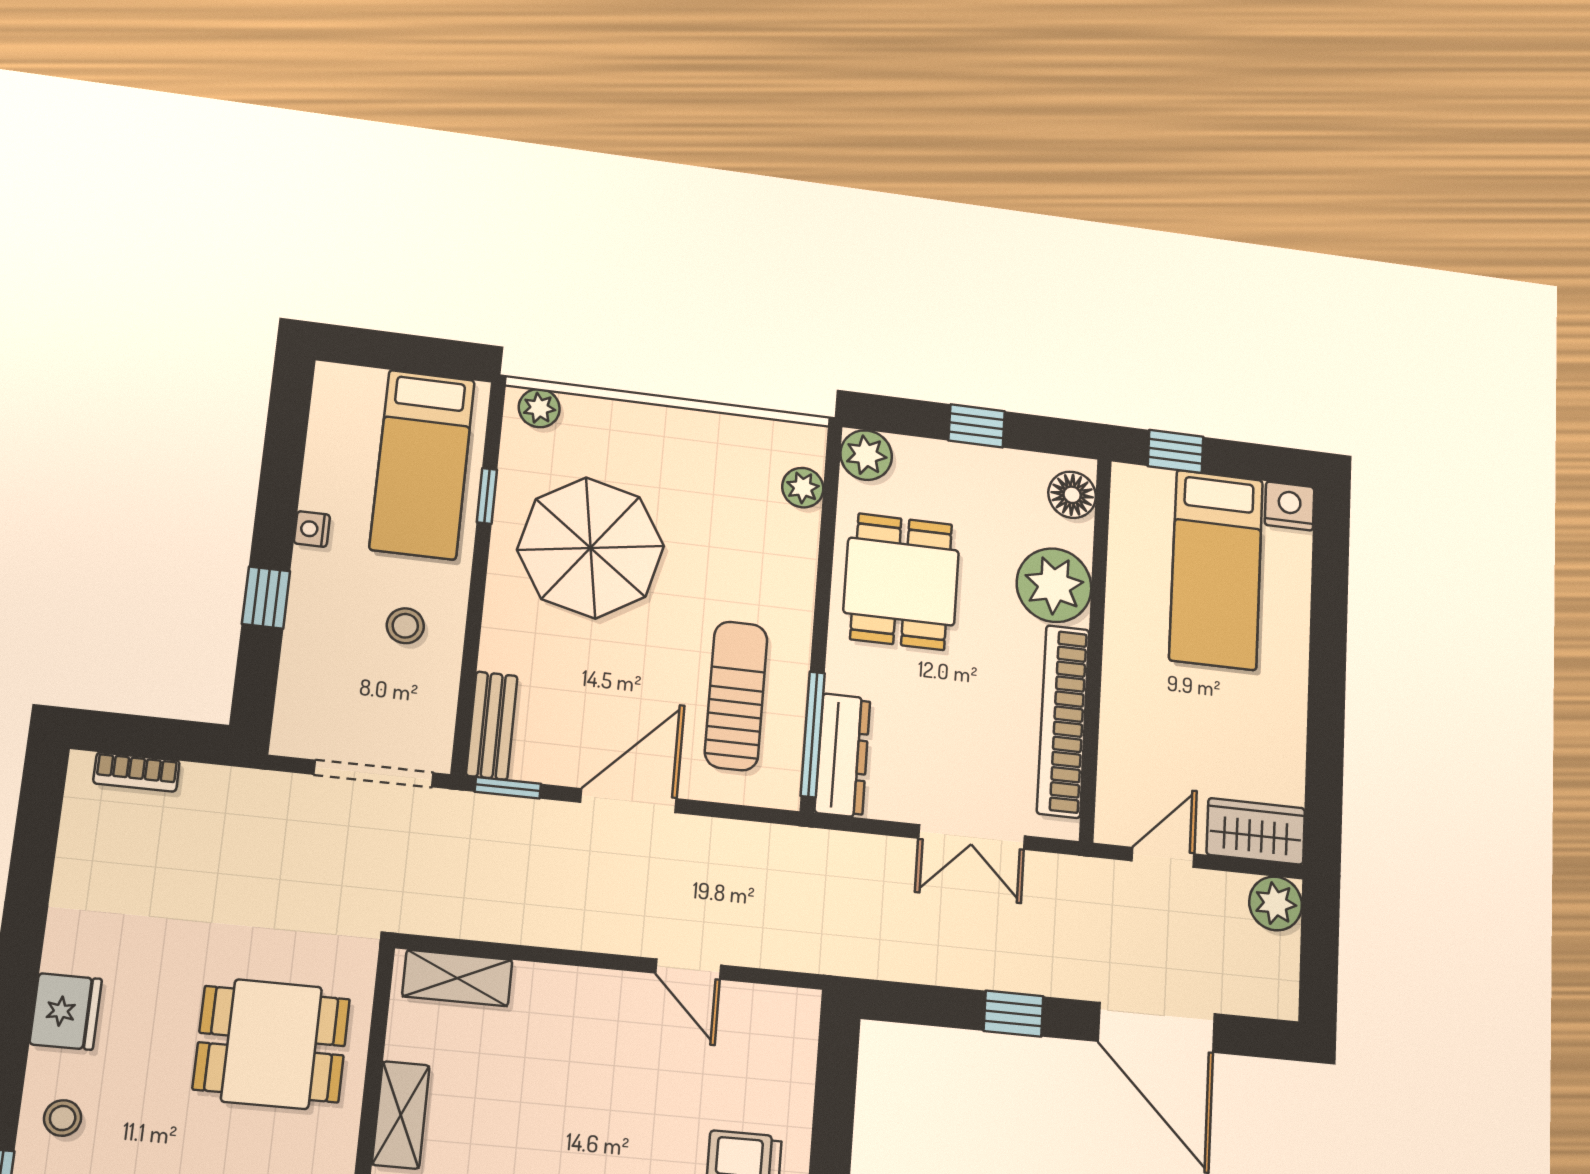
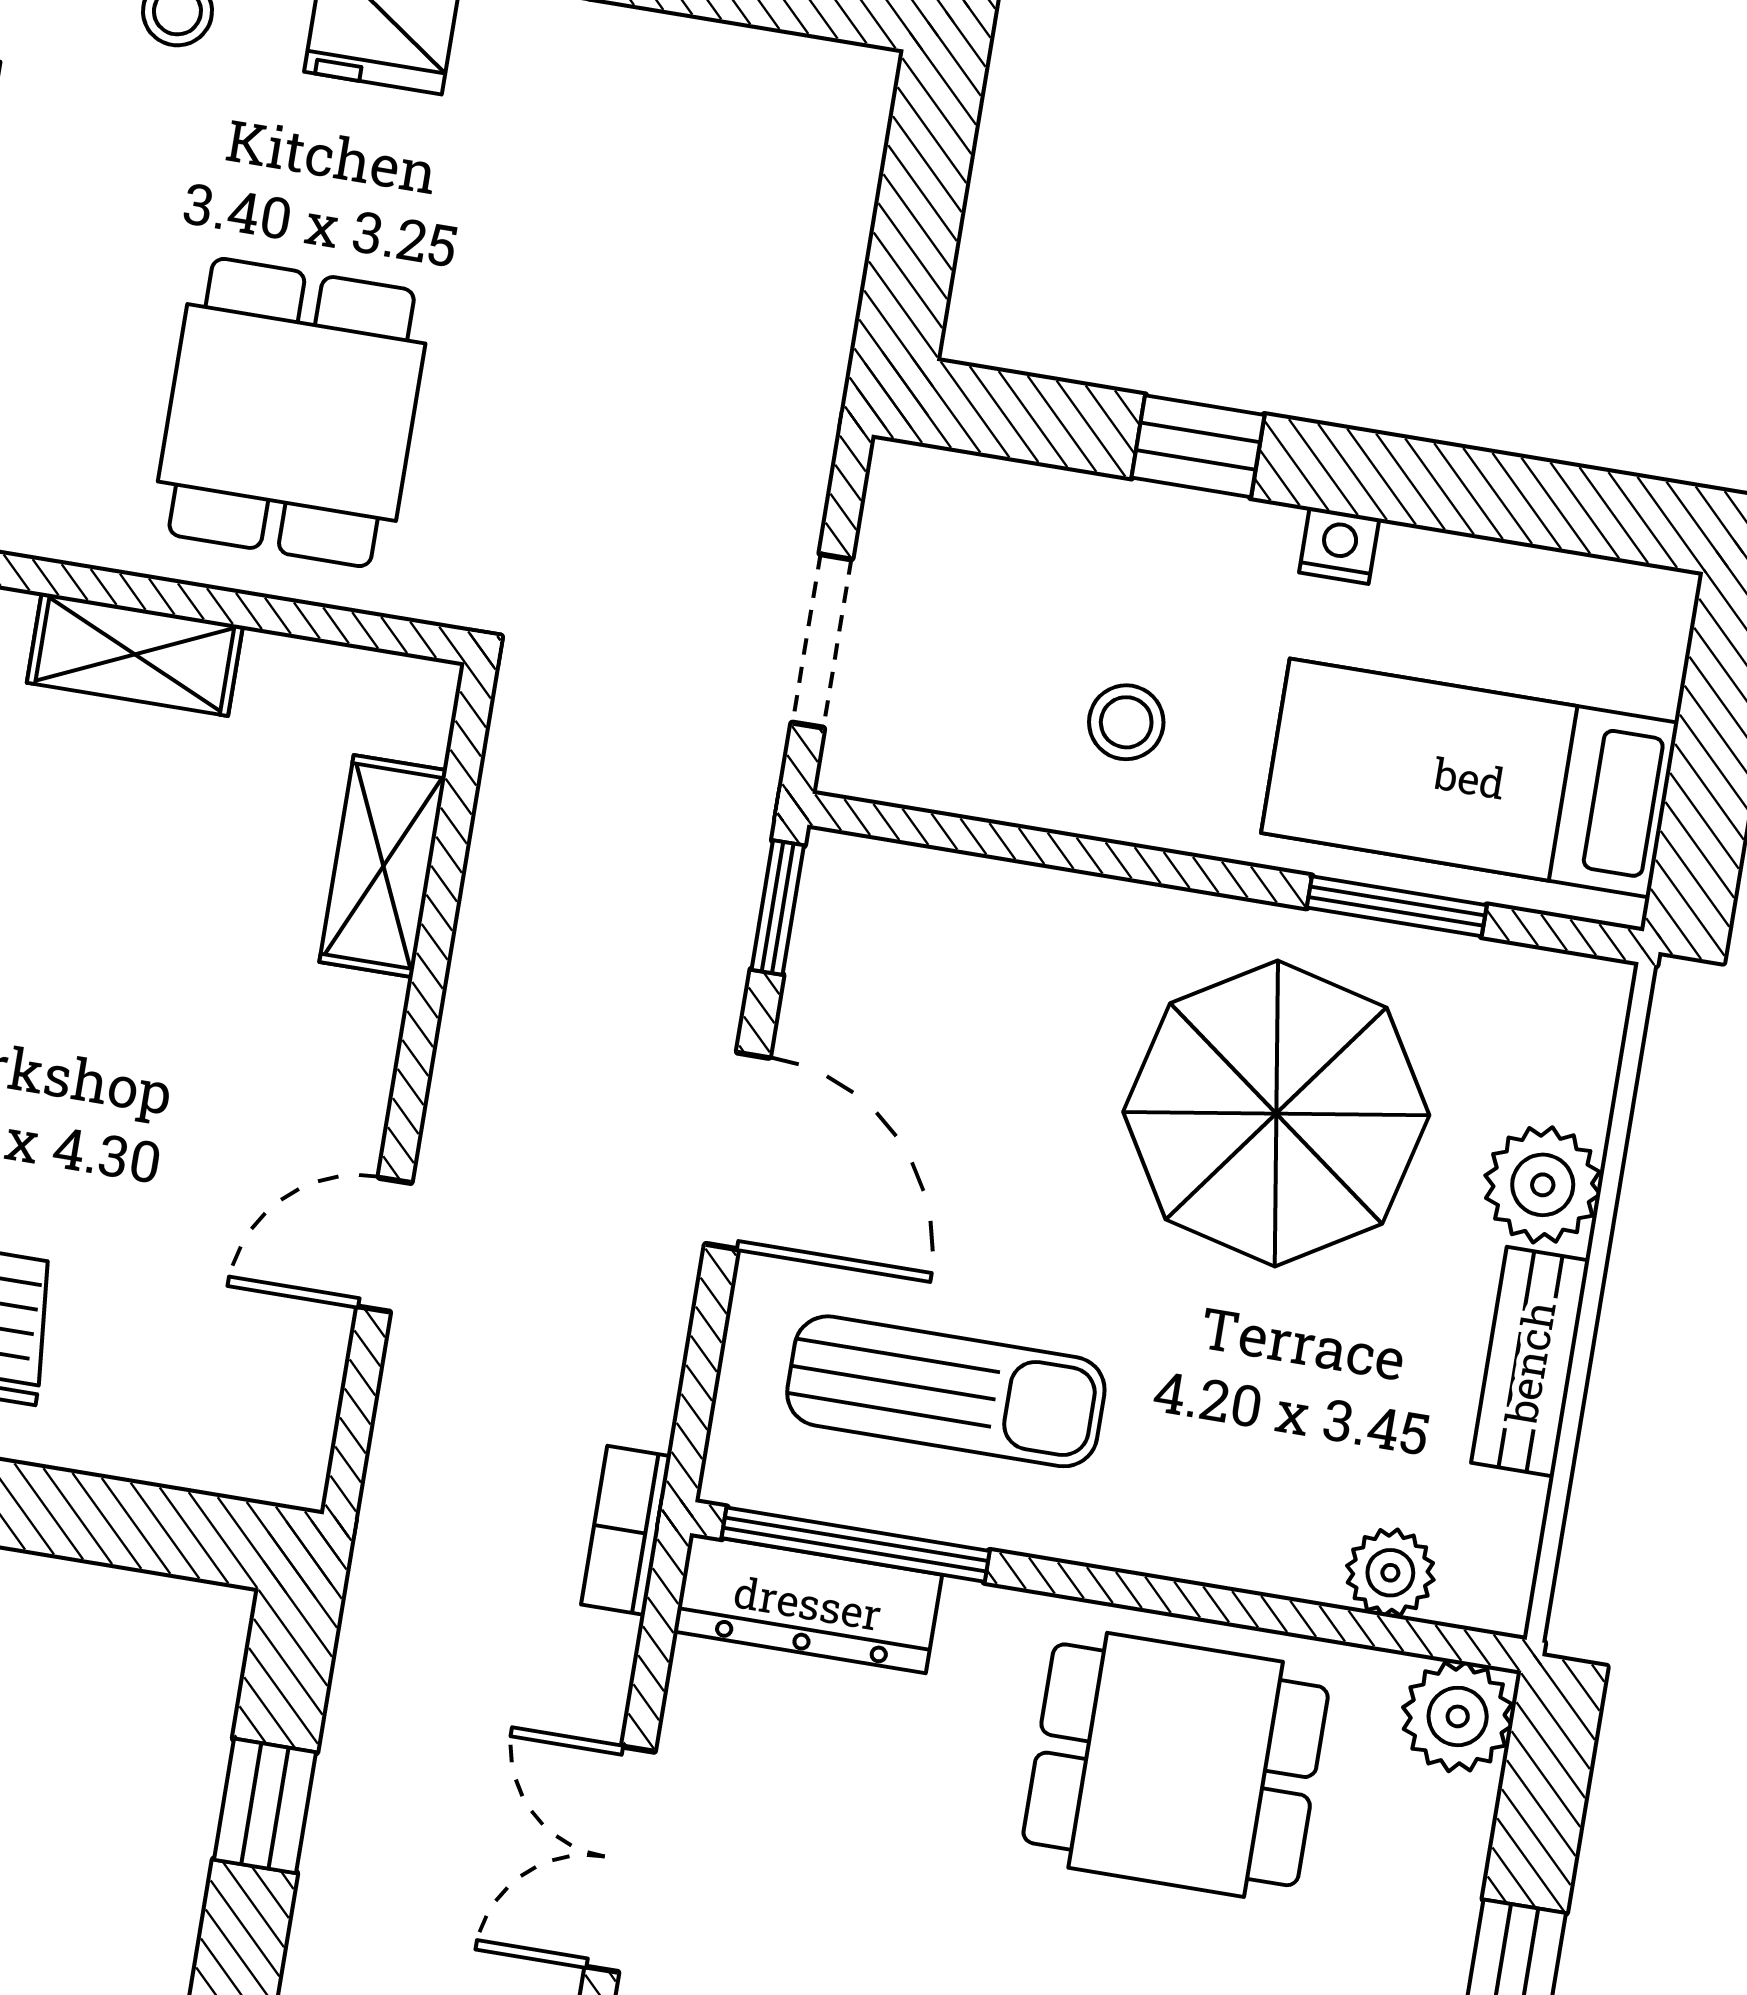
plant: (539, 408) -> (1543, 1185), moved, width x1.38, depth x1.38
window: (487, 496) -> (1397, 906), width x1.50
bench: (492, 726) -> (1530, 1362), moved, turned 90
bookcase: (136, 772) -> (626, 1530), moved
doorway: (374, 774) -> (822, 641), width x0.73
shelving: (457, 978) -> (383, 866), moved
window: (1013, 1014) -> (265, 1806), moved

